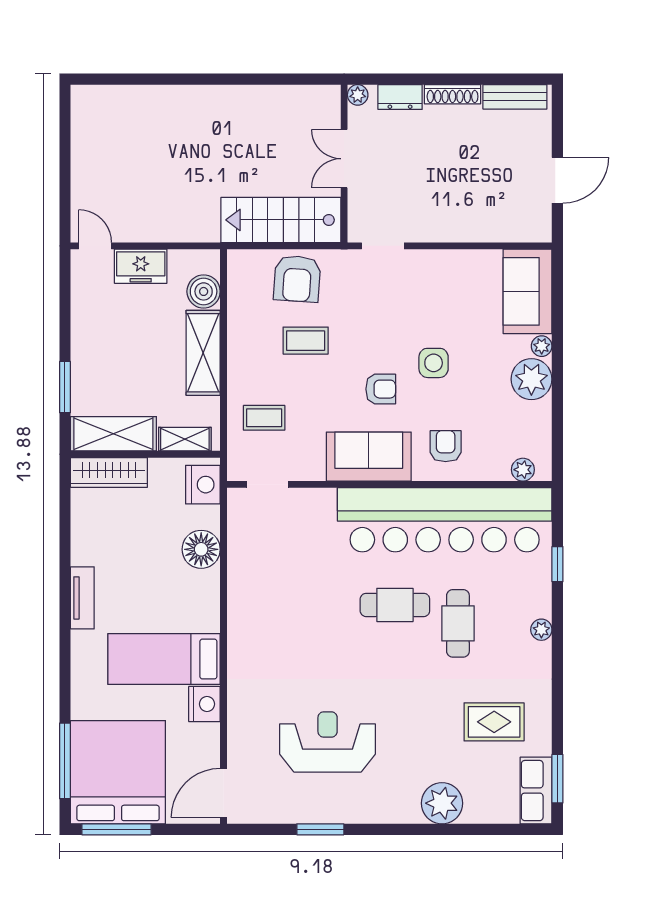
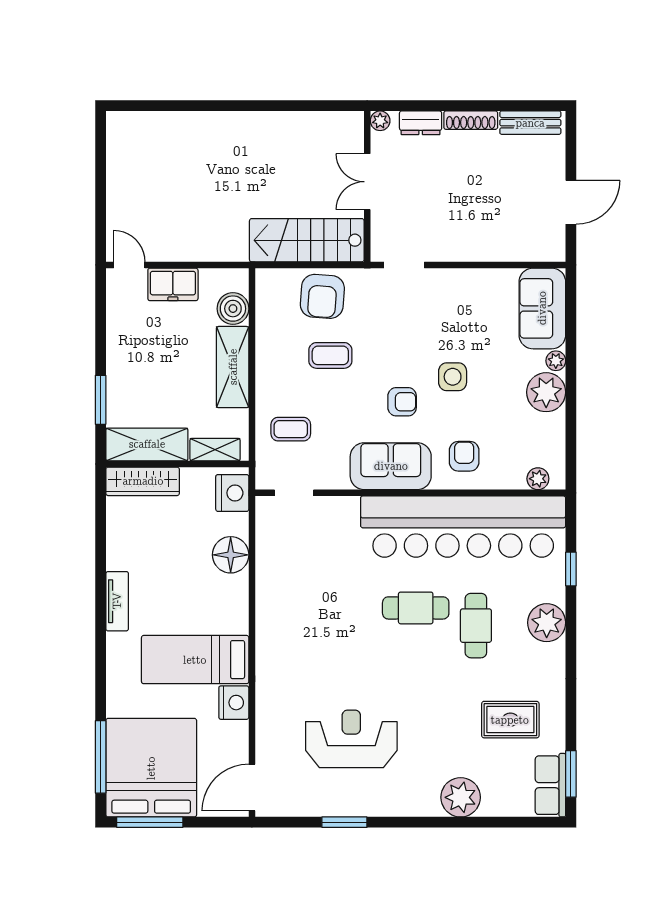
plant: (541, 630) -> (547, 623), width x1.87, depth x1.87

